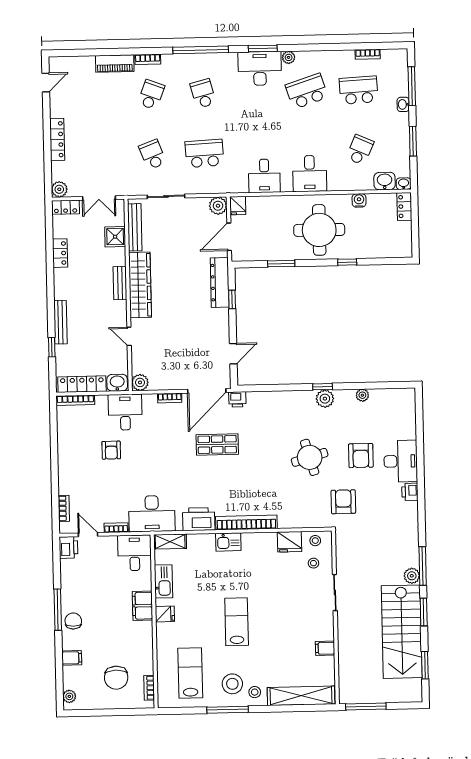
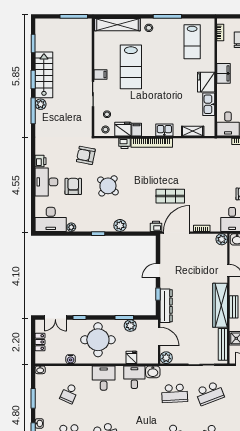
school desk: (153, 155) -> (210, 393), width x1.85
washbasin: (385, 181) -> (153, 372), moved
fridge: (238, 206) -> (131, 357), moved
locker: (404, 206) -> (40, 342), moved
door: (229, 237) -> (159, 337), hinge flipped
plant: (272, 252) -> (130, 326), added
double door: (383, 261) -> (55, 318), added
door: (233, 354) -> (158, 271), moved
plant: (325, 399) -> (120, 225), moved
round table: (310, 457) -> (108, 186), turned -34
armchair: (343, 502) -> (86, 155), turned 101
desk: (152, 514) -> (51, 219), moved, turned 180
printer: (199, 519) -> (125, 143), moved, width x0.53, depth x0.68
shelving: (170, 542) -> (193, 131), moved
filing cabinet: (269, 542) -> (137, 130), added
filing cabinet: (142, 606) -> (223, 73), moved
fridge: (165, 614) -> (206, 82), width x1.88, depth x1.34
lab bench: (237, 622) -> (131, 67), moved, width x1.36, depth x1.39
stairs: (402, 632) -> (44, 75), width x0.73, depth x0.66
filing cabinet: (325, 648) -> (100, 74), moved
stool: (232, 684) -> (164, 34), removed

